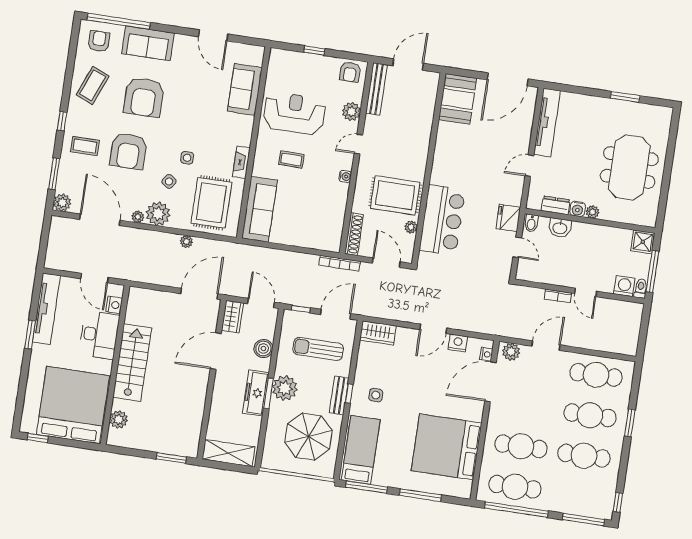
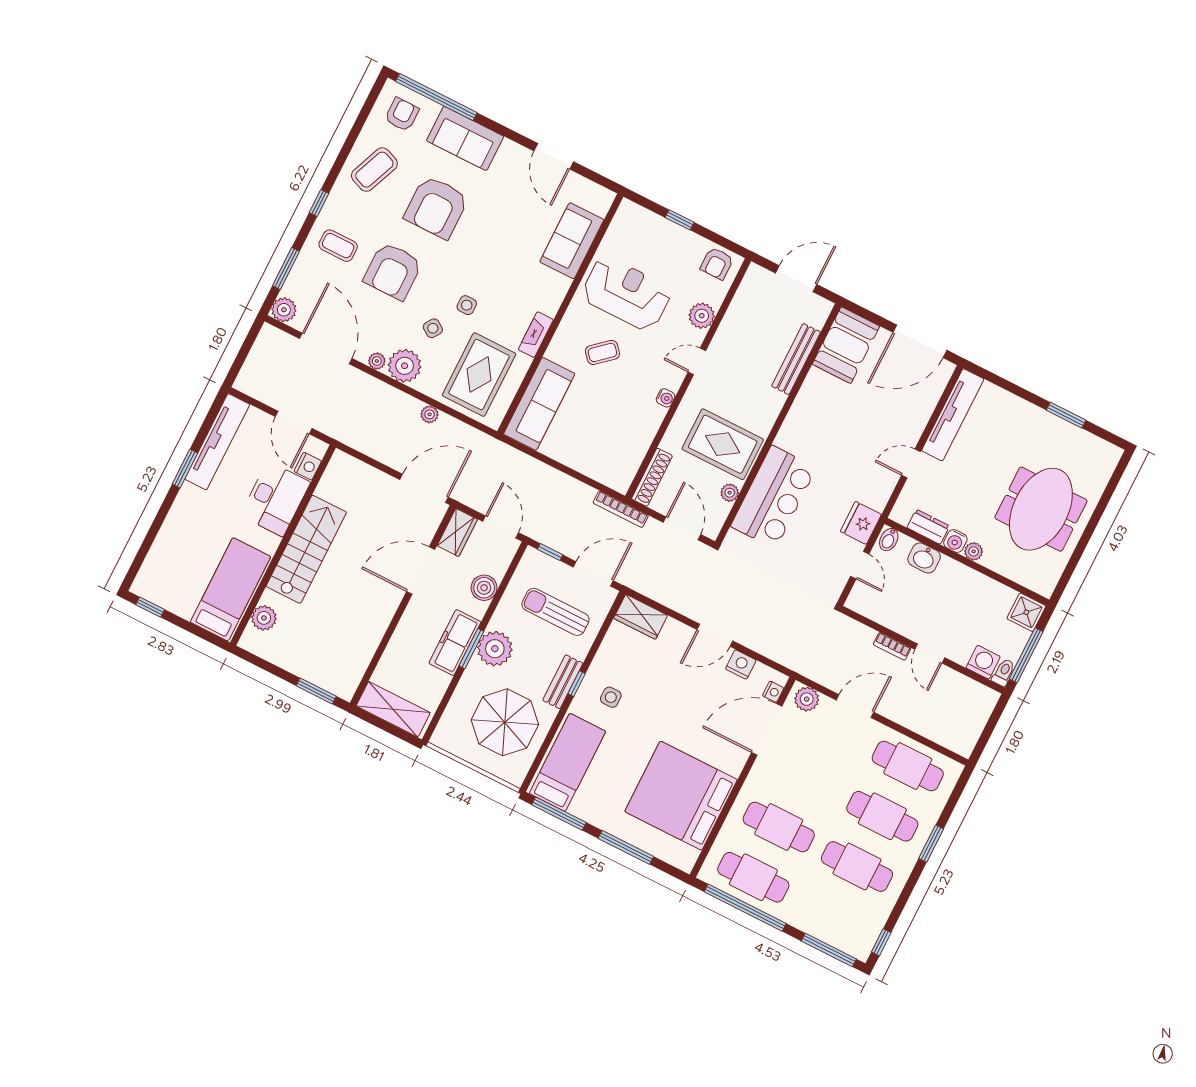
bench: (376, 89) -> (796, 359), moved
coffee table: (291, 159) -> (602, 352), turned -42
bed: (73, 405) -> (230, 589), width x0.49

